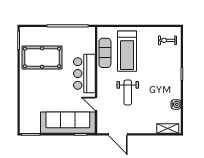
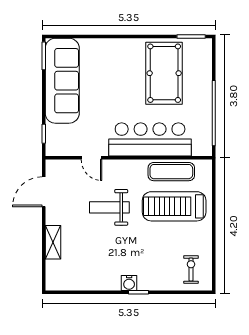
bar counter: (84, 73) -> (150, 139), width x1.36
door: (96, 104) -> (91, 158), swing flipped
water cooler: (176, 104) -> (129, 283), moved
sofa: (68, 123) -> (62, 81), moved
shelving: (168, 129) -> (53, 242), moved

